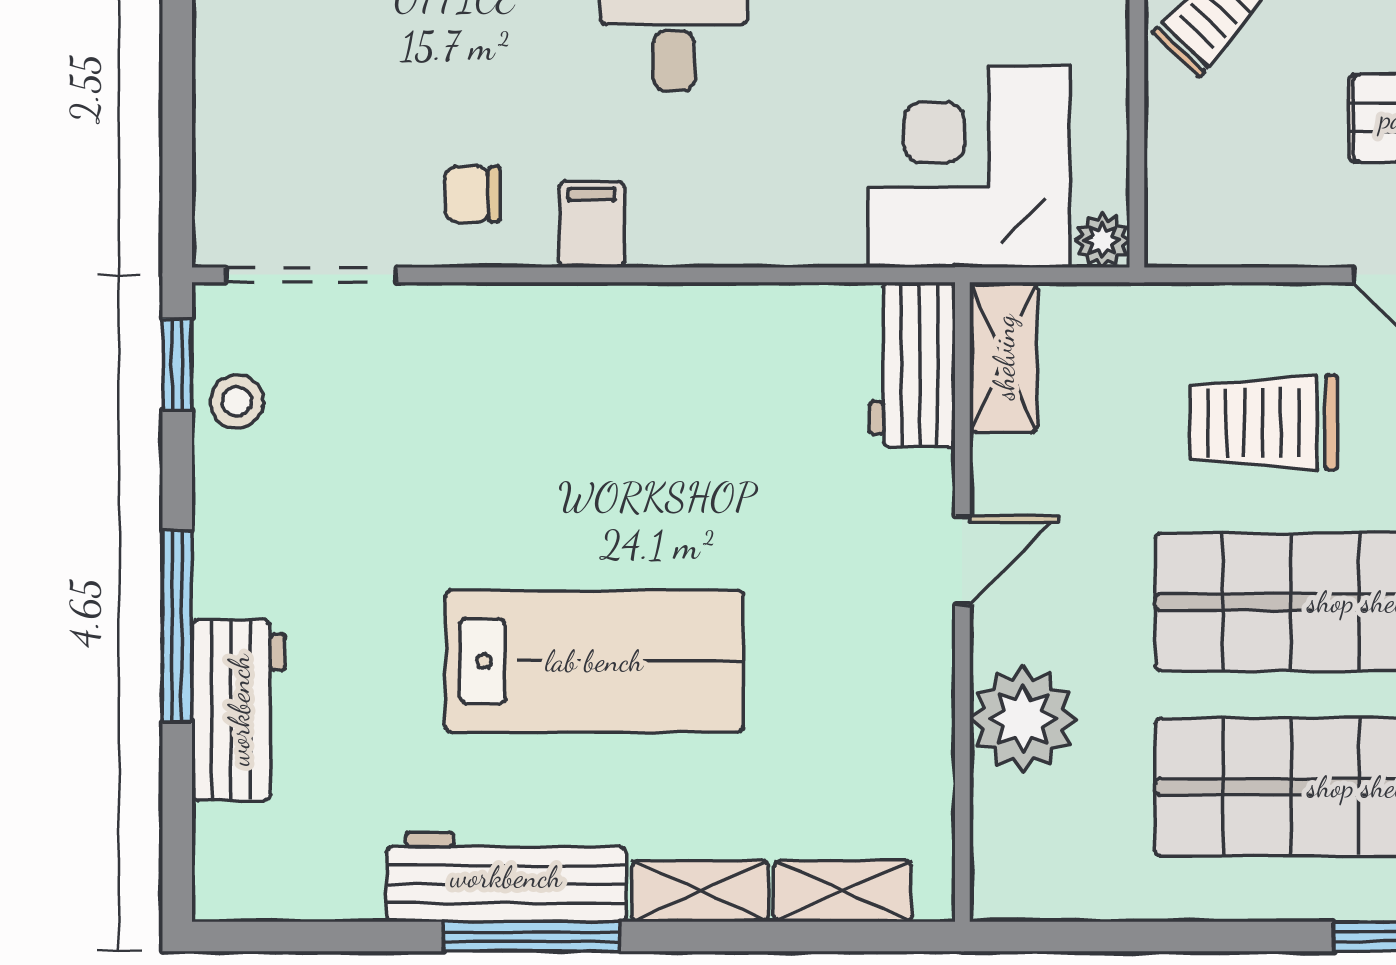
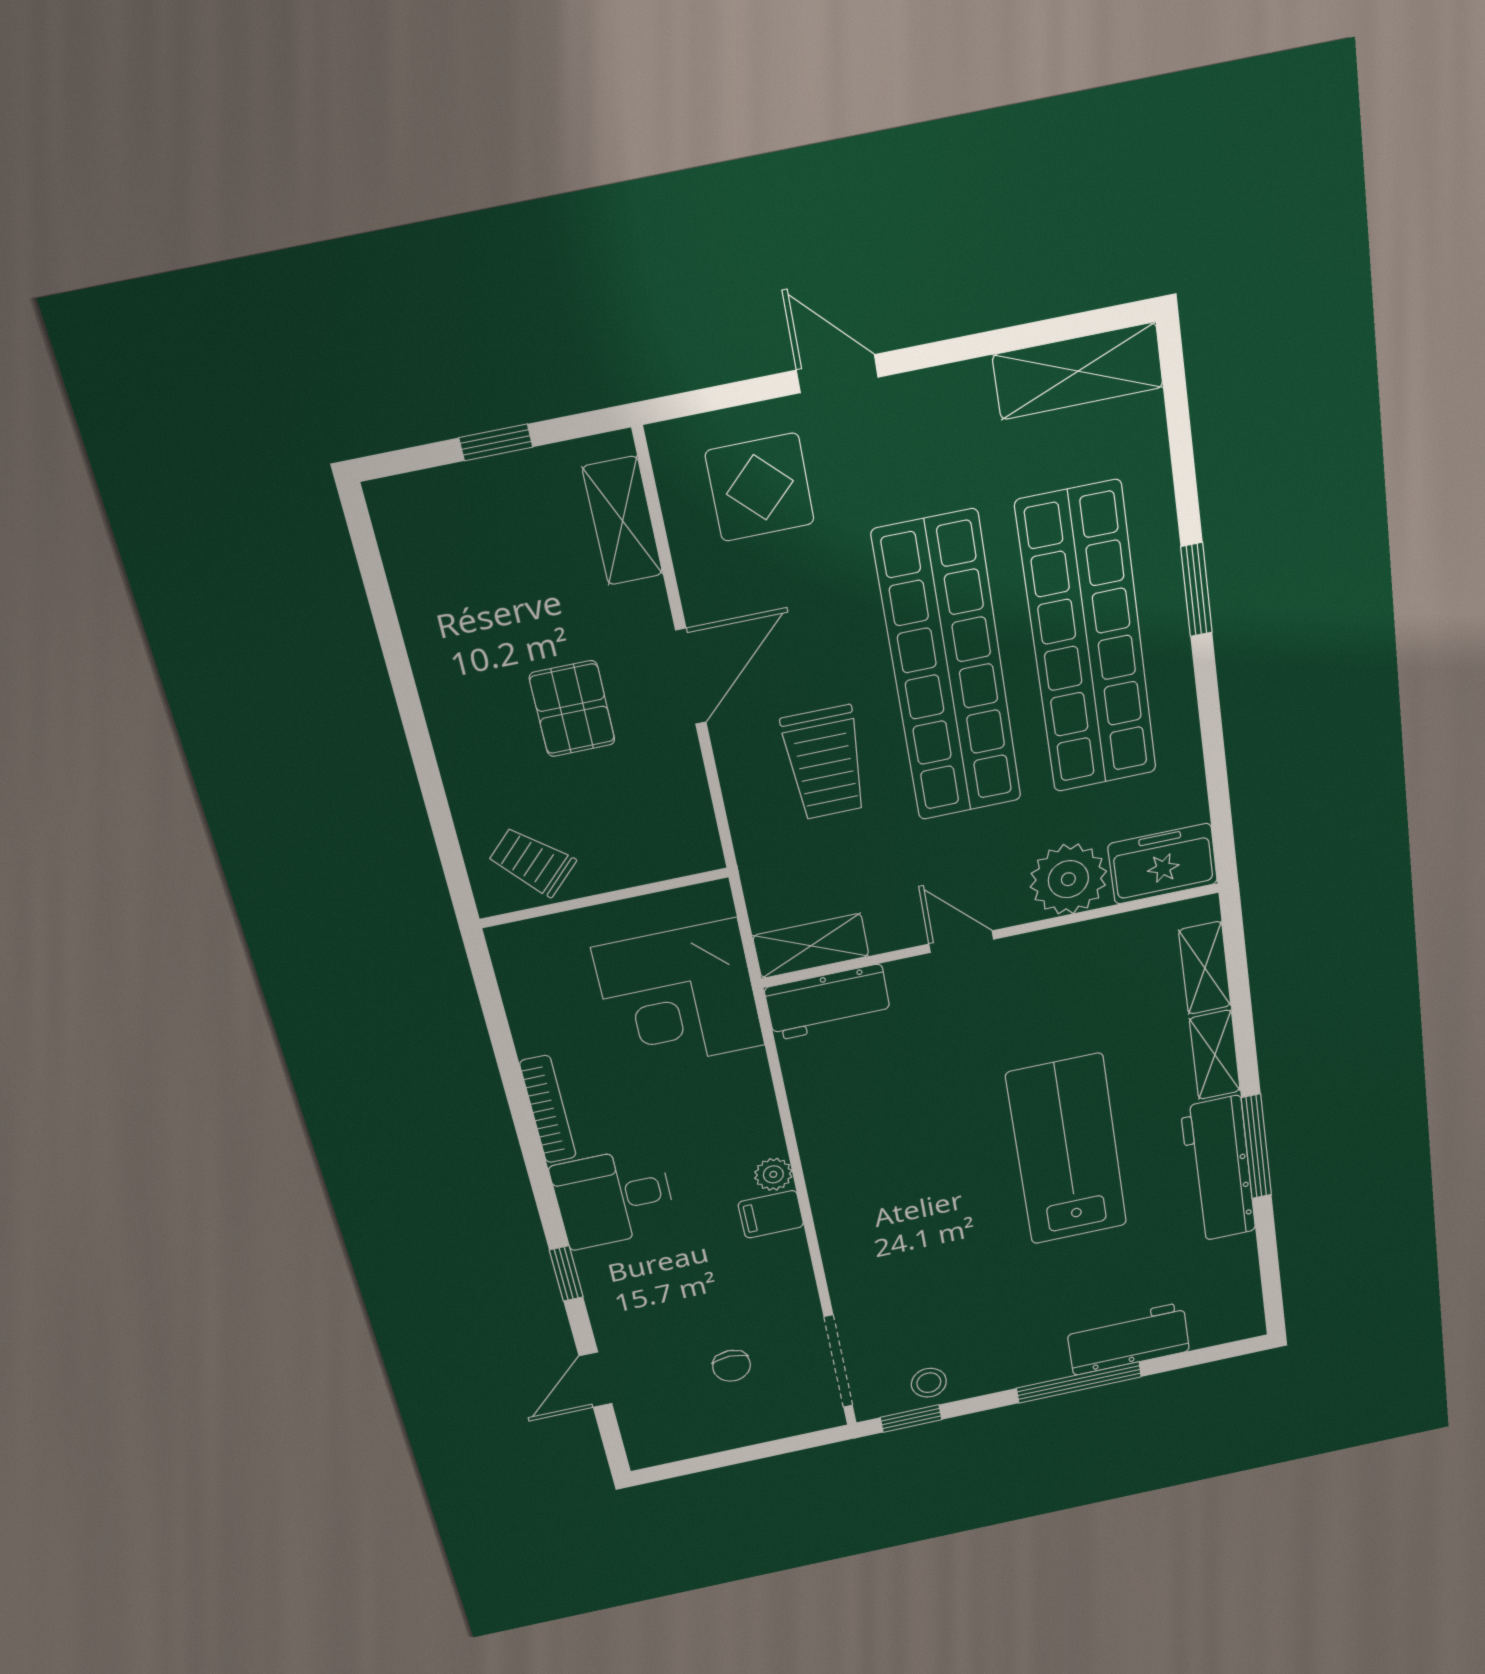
chair: (472, 194) -> (732, 1366), moved
plant: (1102, 240) -> (773, 1174), moved
freezer: (1017, 850) -> (1163, 864), added

